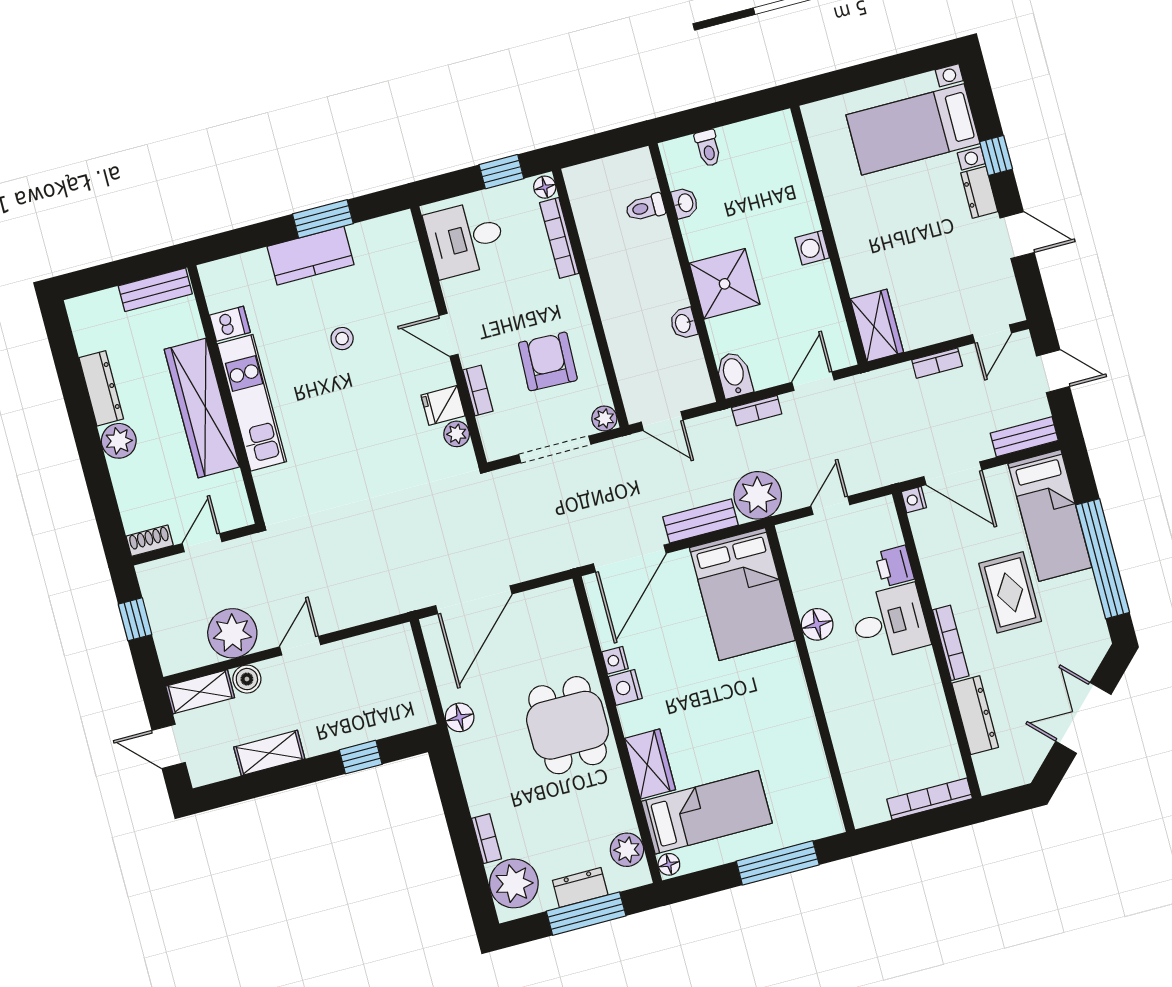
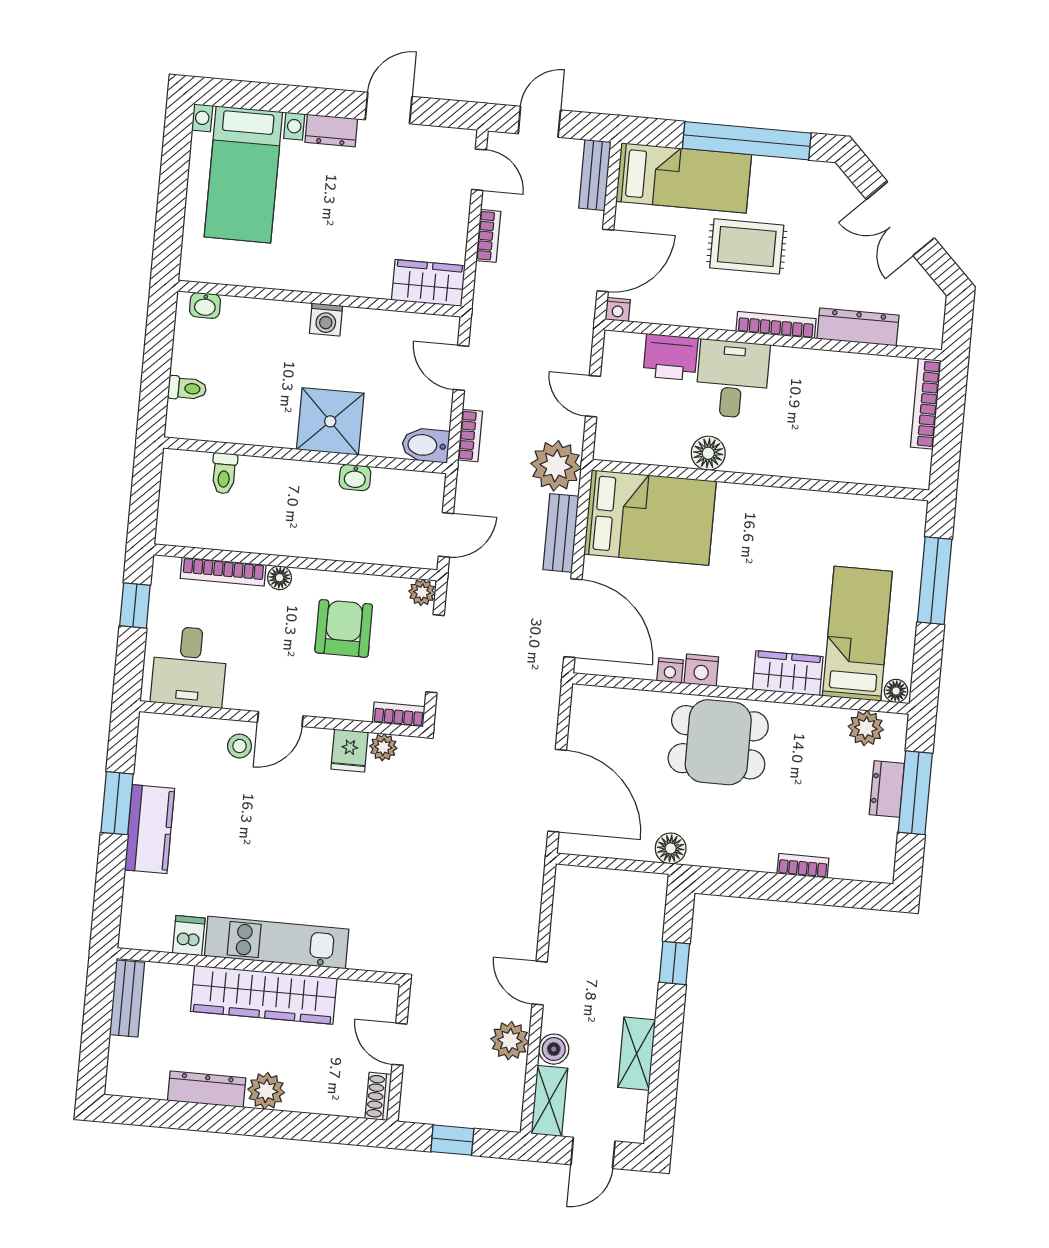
window: (996, 155) -> (300, 100), removed
floor lamp: (545, 187) -> (280, 578), moved
washbasin: (685, 203) -> (205, 305), moved, turned 180
stool: (342, 339) -> (240, 746), moved
armchair: (548, 361) -> (344, 628), turned 88
bookcase: (478, 390) -> (399, 714), moved
printer: (894, 566) -> (671, 357), width x1.36, depth x1.24
plant: (232, 633) -> (510, 1041), width x0.73, depth x0.73
plant: (514, 883) -> (858, 855), removed

